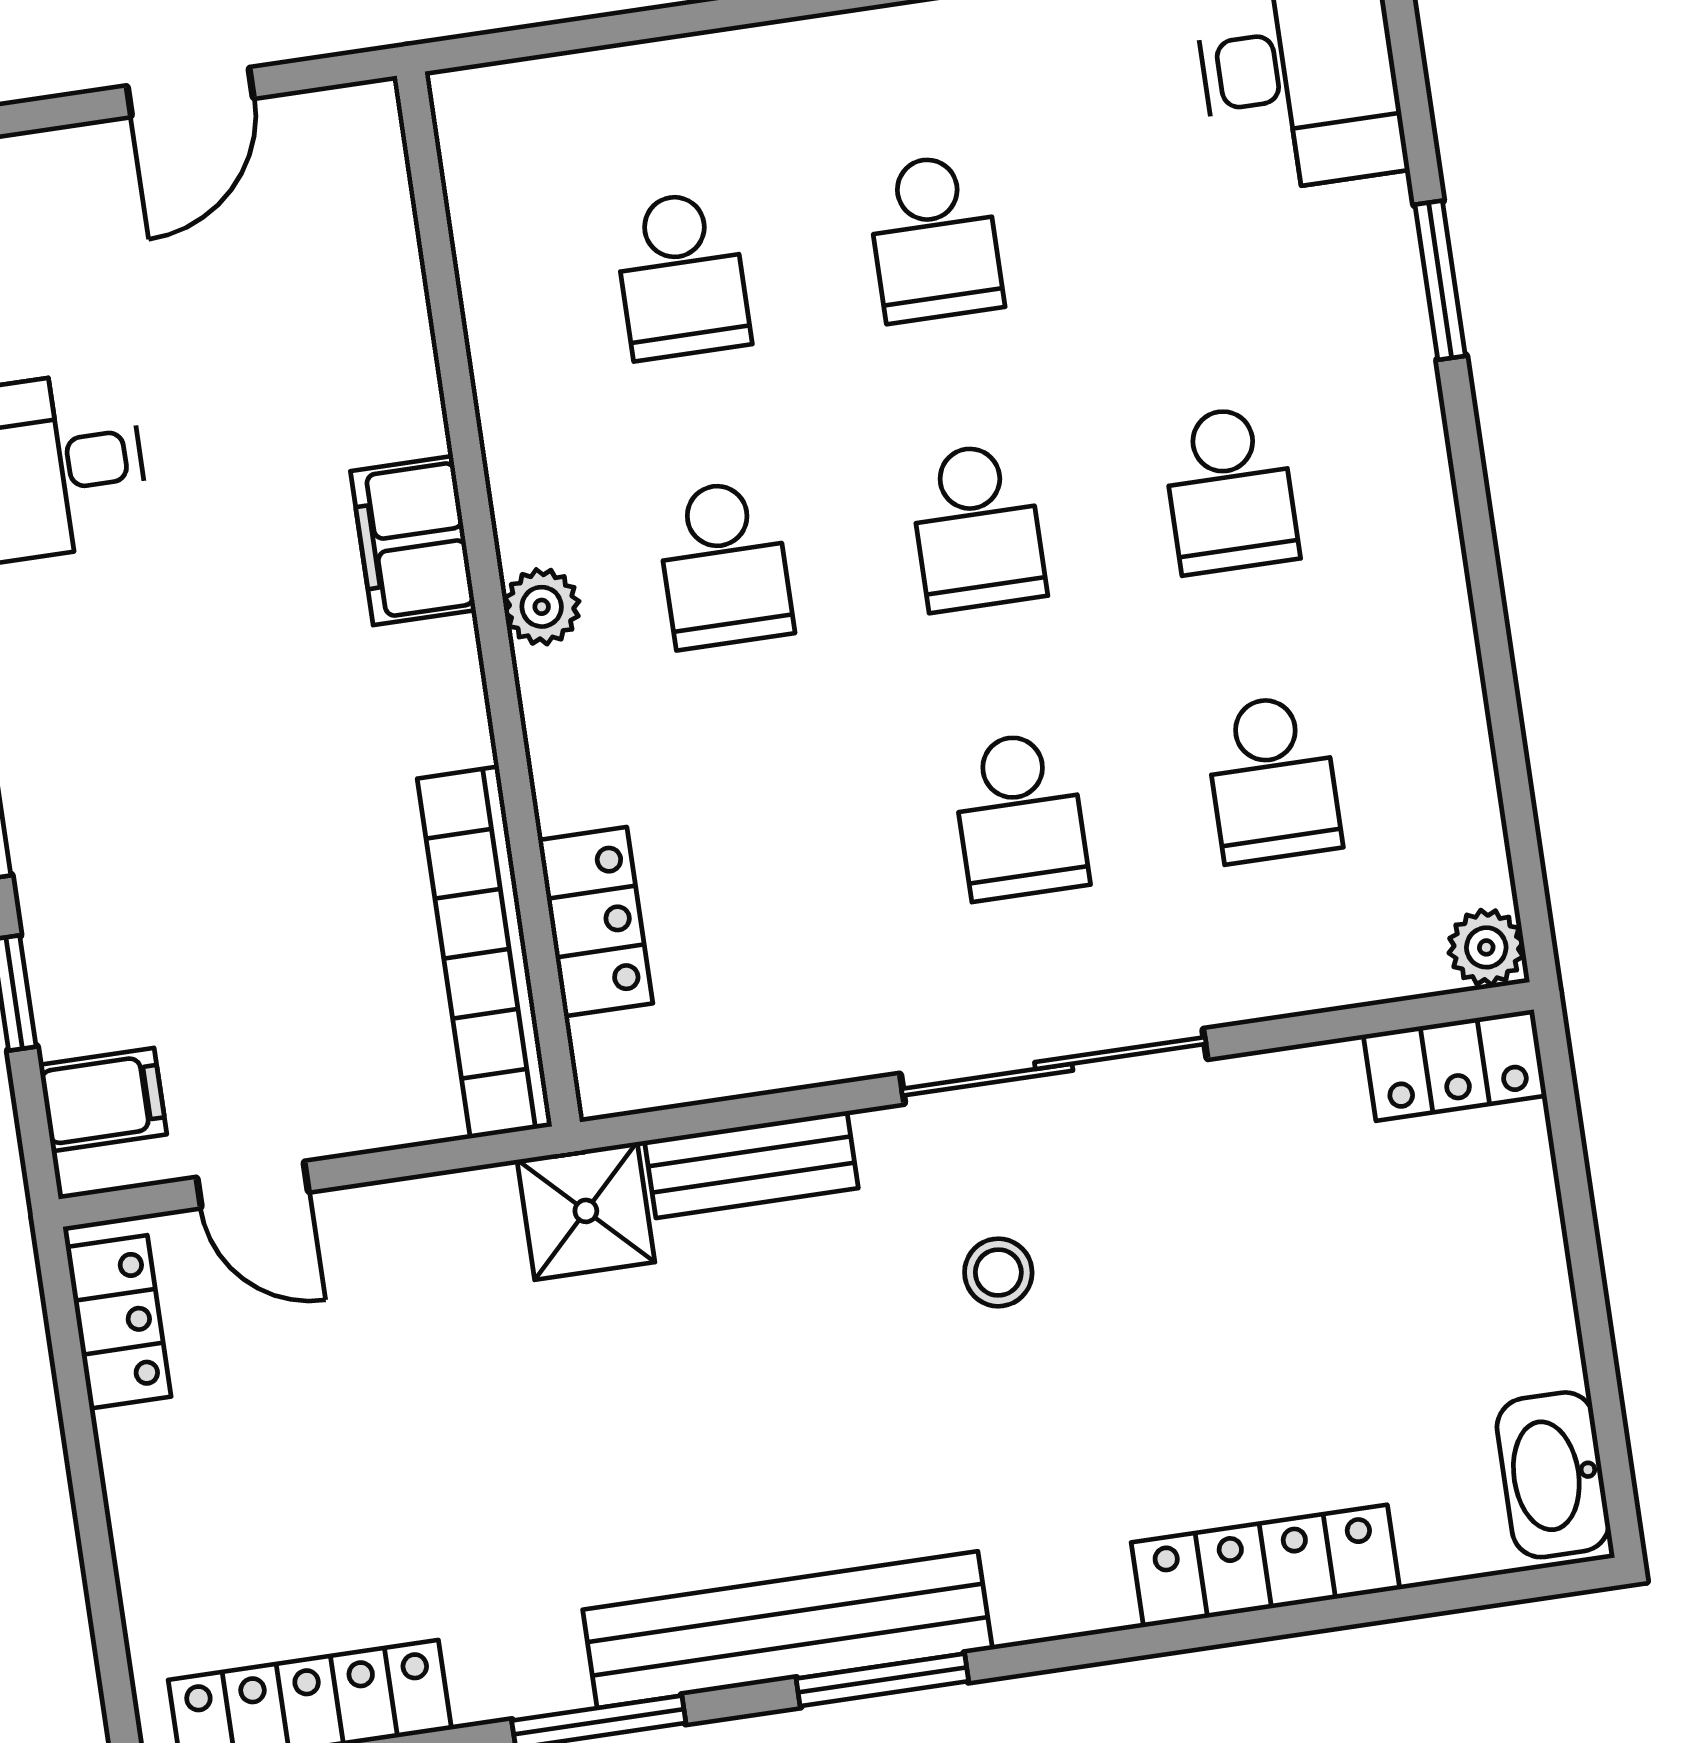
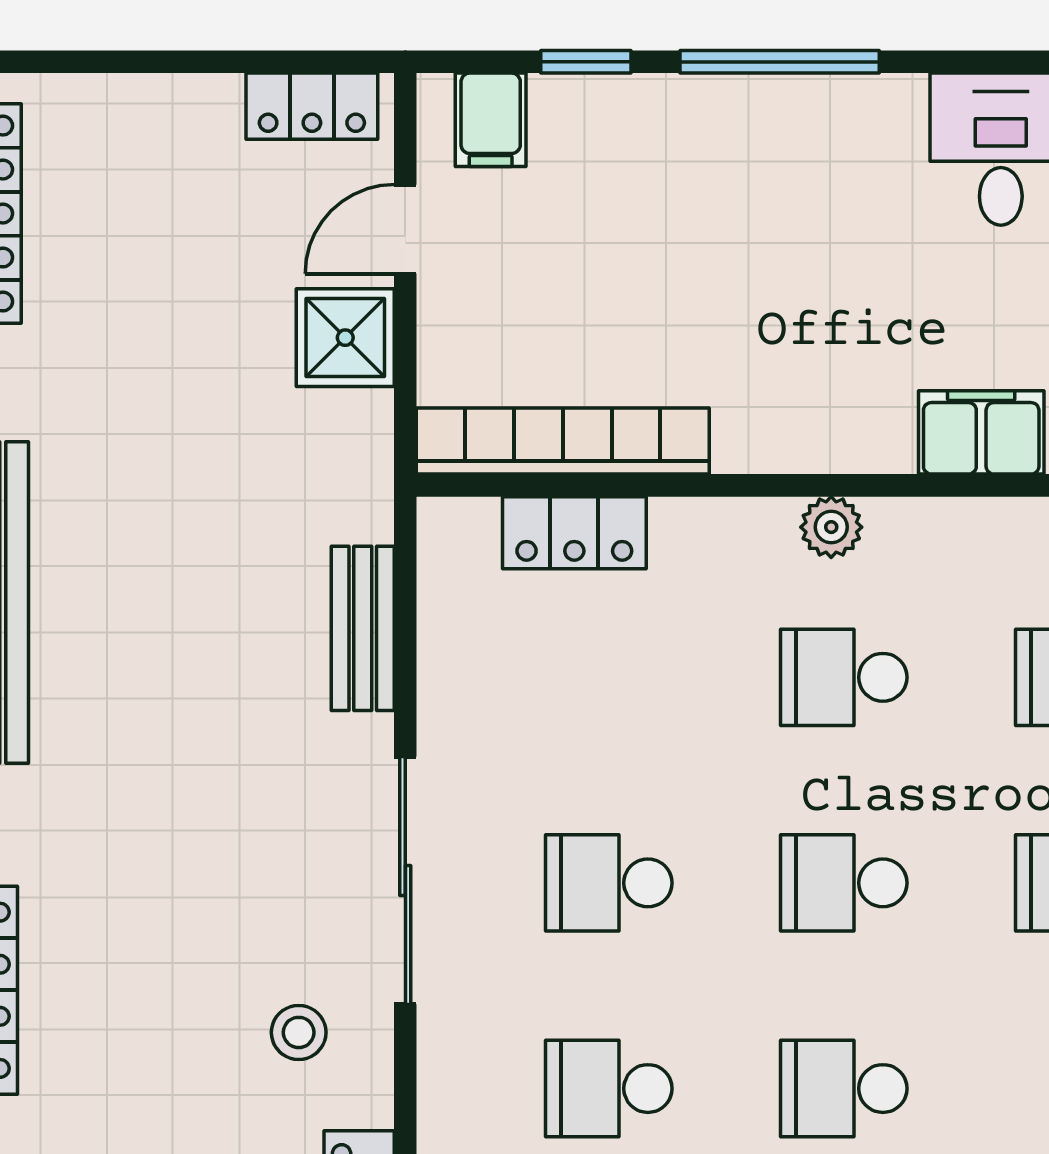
filing cabinet: (413, 541) -> (981, 432), moved
shower: (586, 1211) -> (345, 338), moved
stool: (998, 1272) -> (299, 1032), moved

